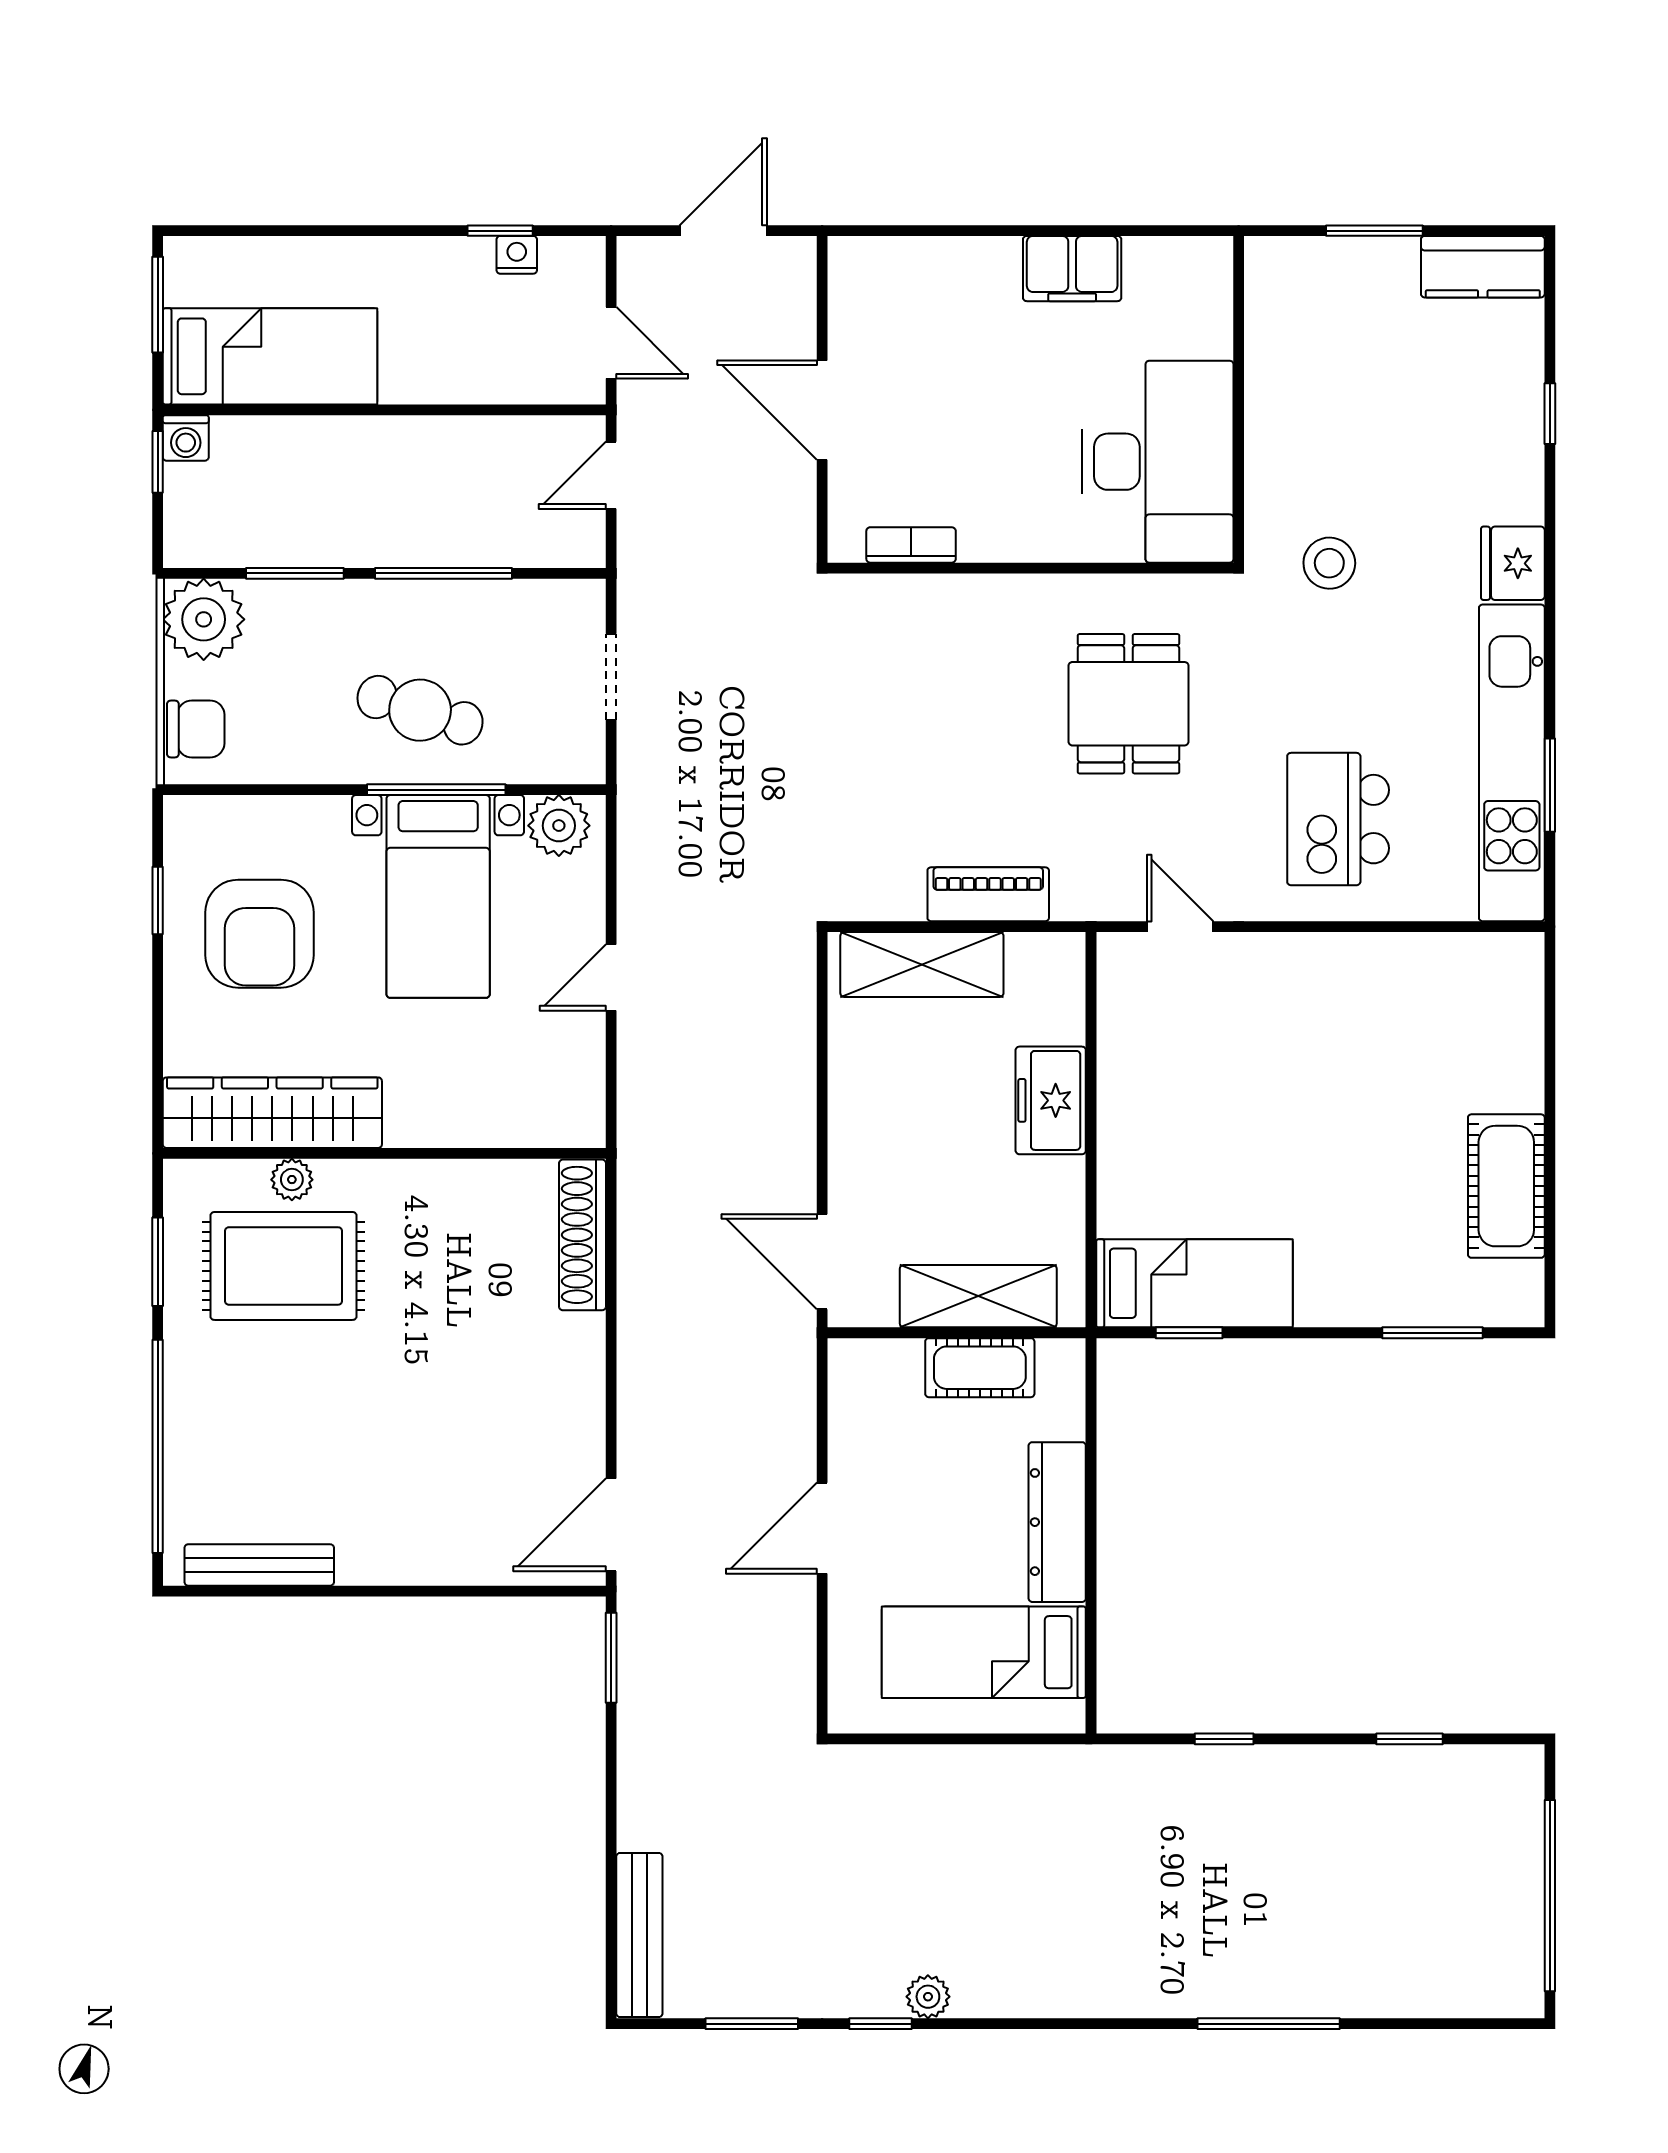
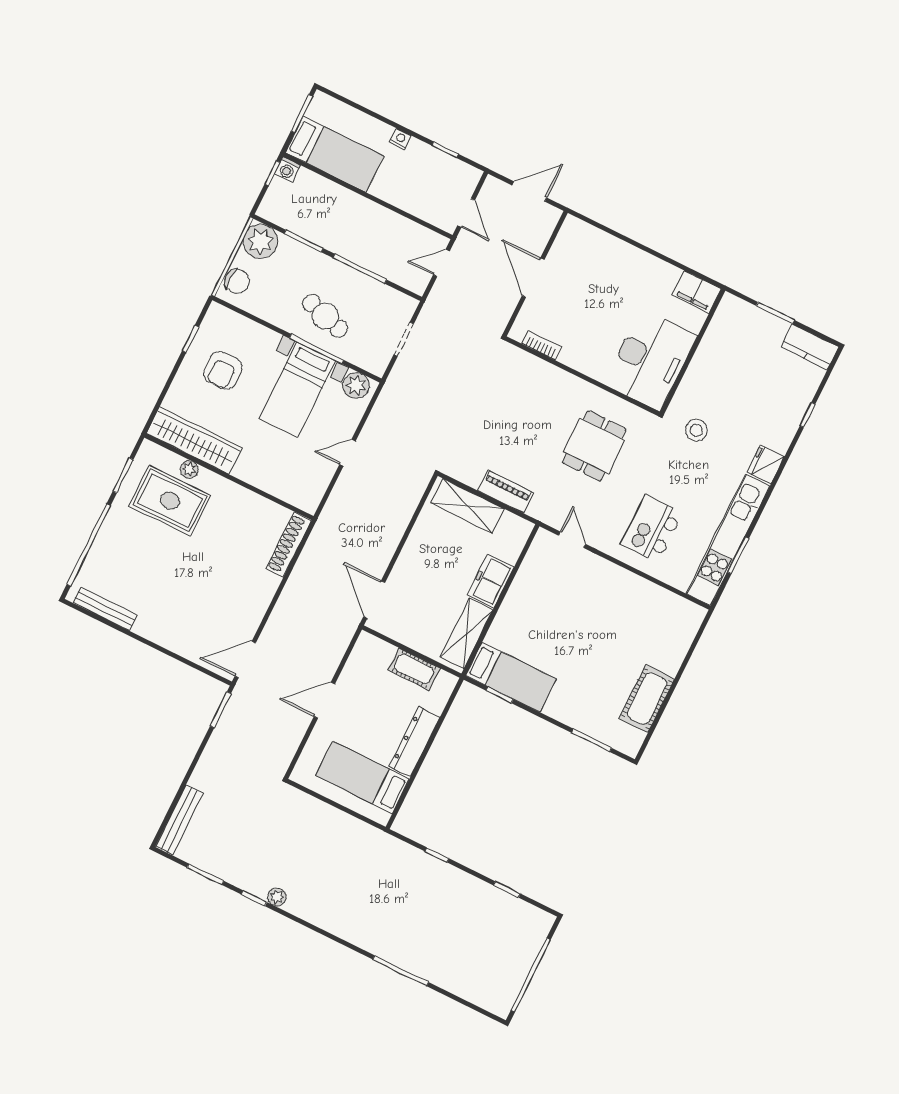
nightstand: (517, 255) -> (400, 139), moved
filing cabinet: (1072, 269) -> (697, 292), moved
armchair: (259, 934) -> (223, 371), width x0.73, depth x0.73
shelving: (978, 1296) -> (467, 634), moved, turned 90

